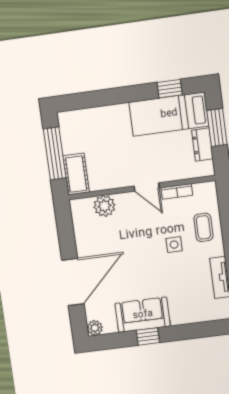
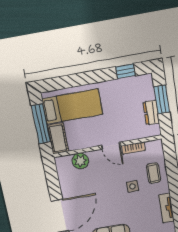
bed: (169, 114) -> (72, 106), moved, turned 180

